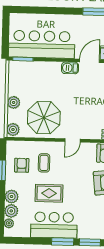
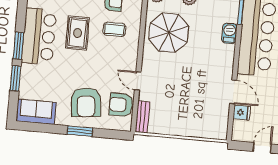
barbecue: (70, 68) -> (229, 33), moved
door: (73, 140) -> (138, 81), moved

